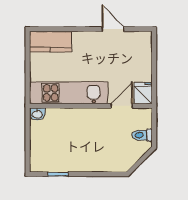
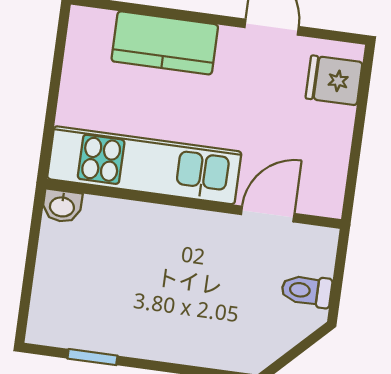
kitchen counter: (50, 42) -> (165, 43), moved
fridge: (143, 93) -> (334, 80), moved, turned -90

